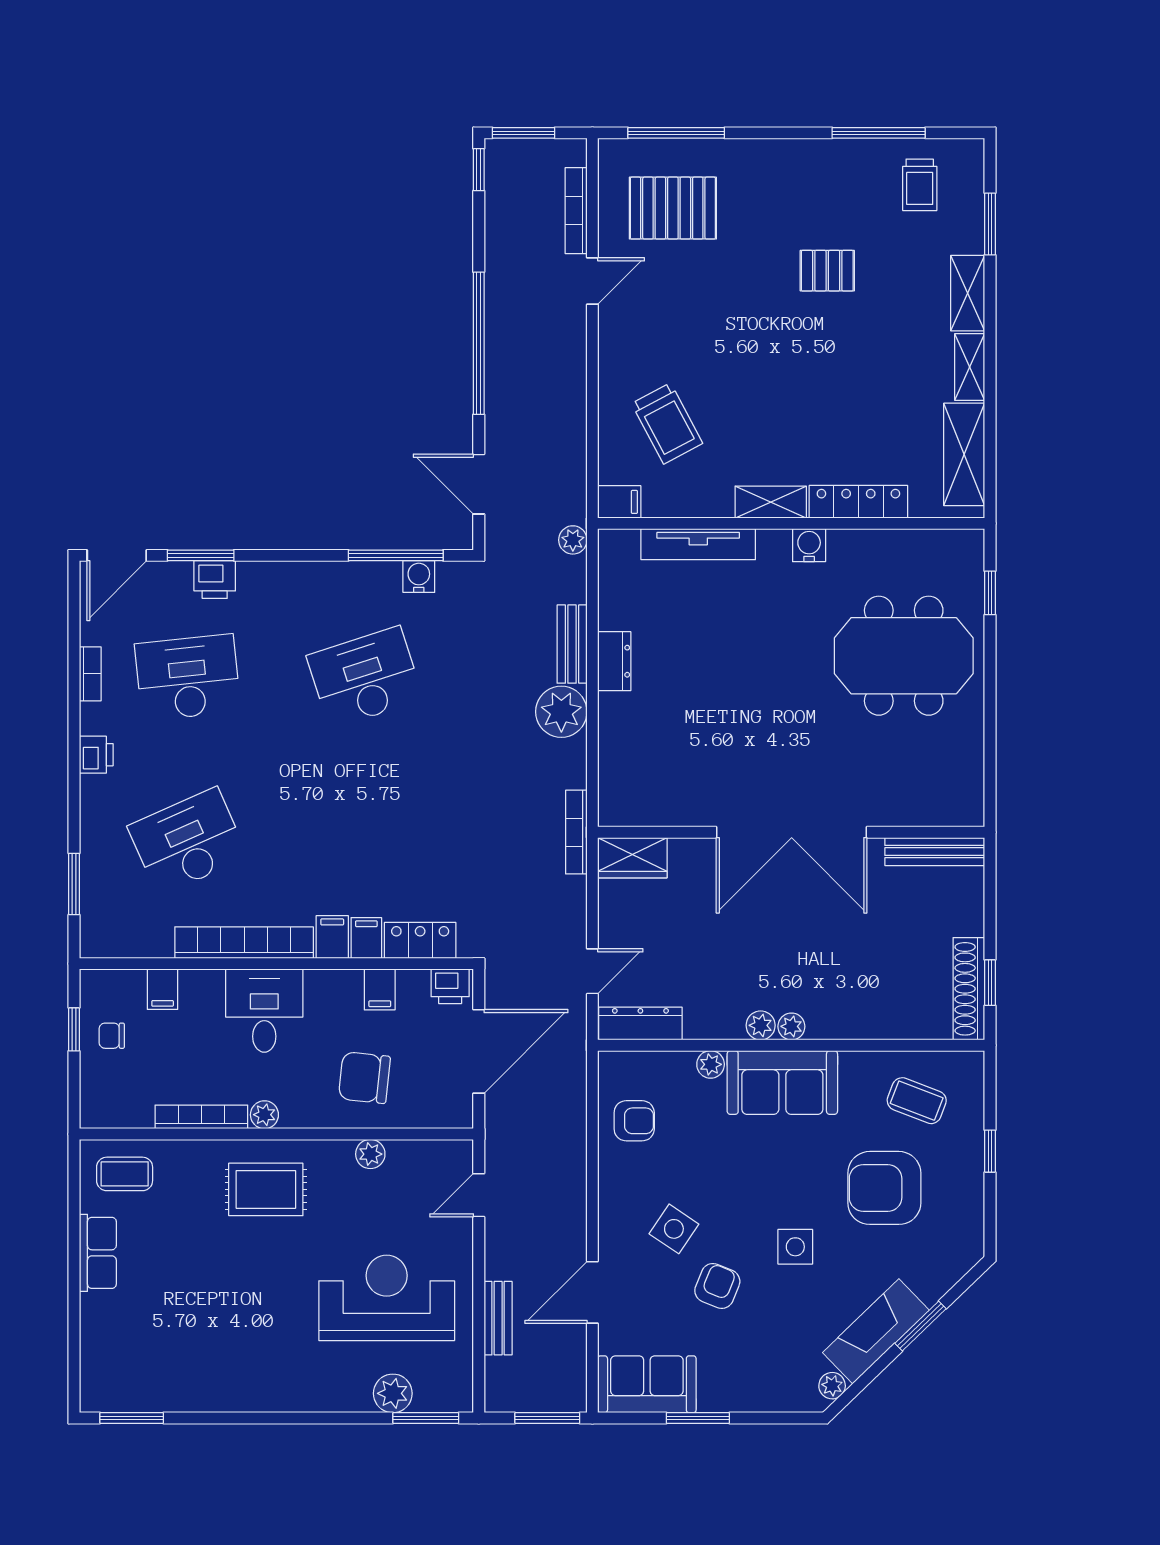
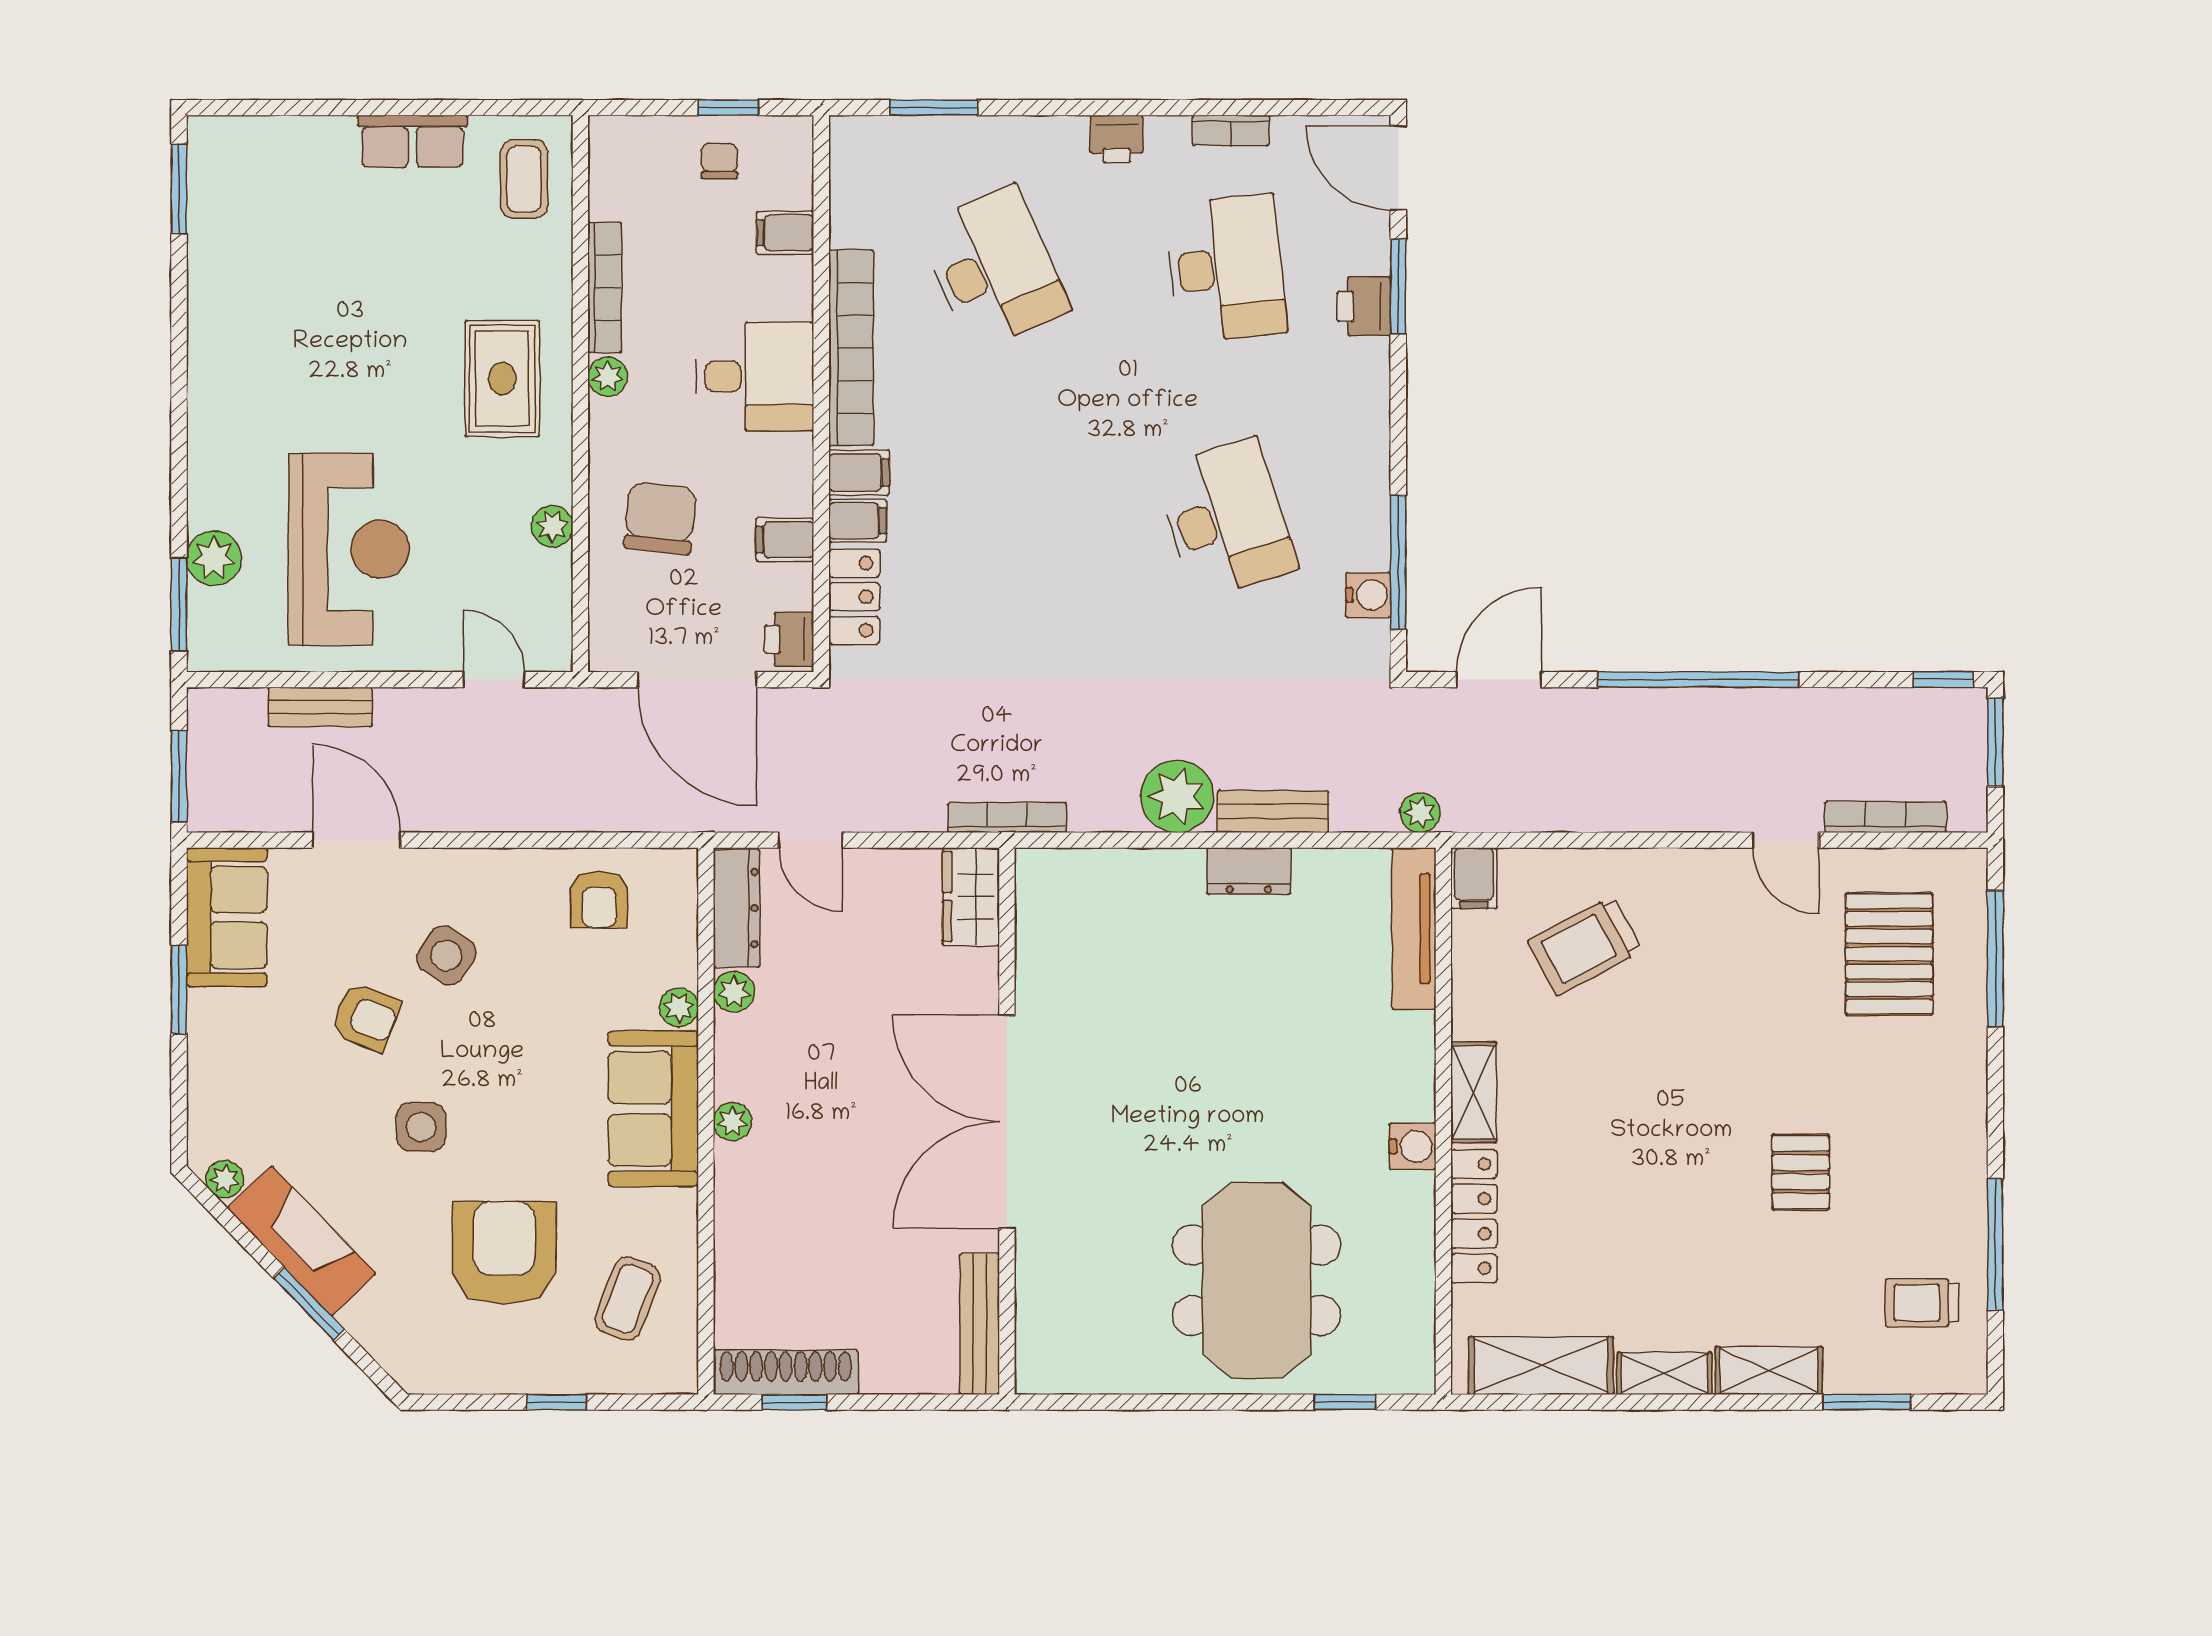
tv unit: (698, 544) -> (1414, 929), moved
plant: (761, 1025) -> (734, 992), moved

